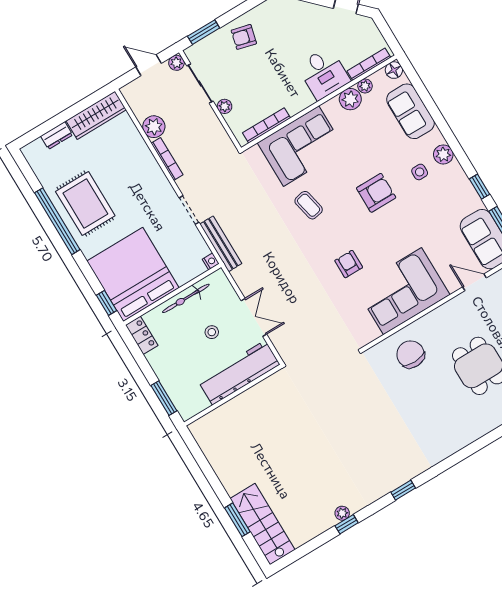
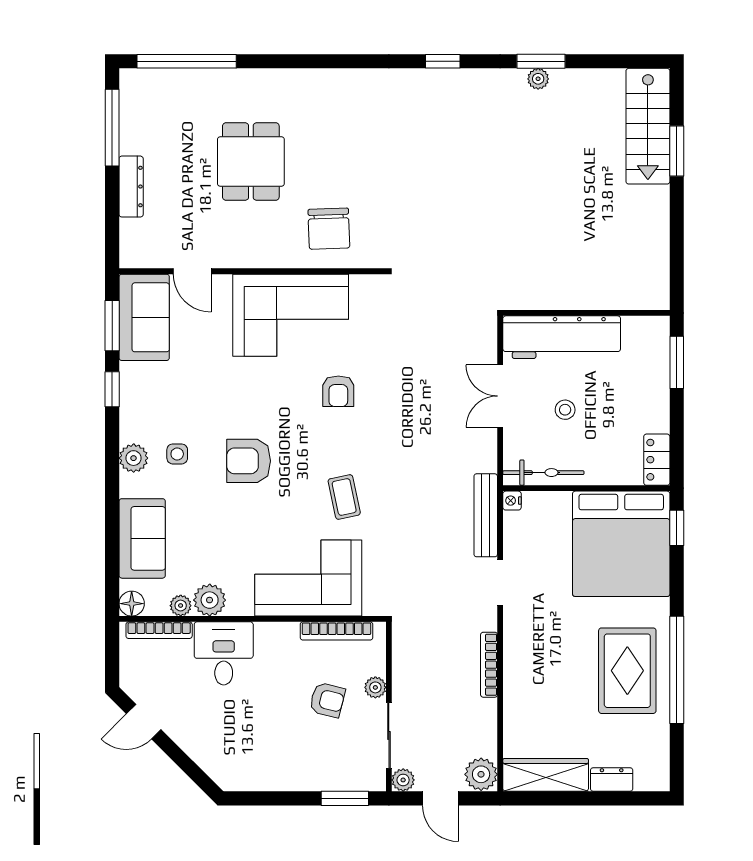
armchair: (244, 37) -> (327, 700), moved
plant: (154, 127) -> (481, 774), moved
bicycle: (186, 298) -> (543, 473), moved
window: (347, 524) -> (541, 61), width x1.50

